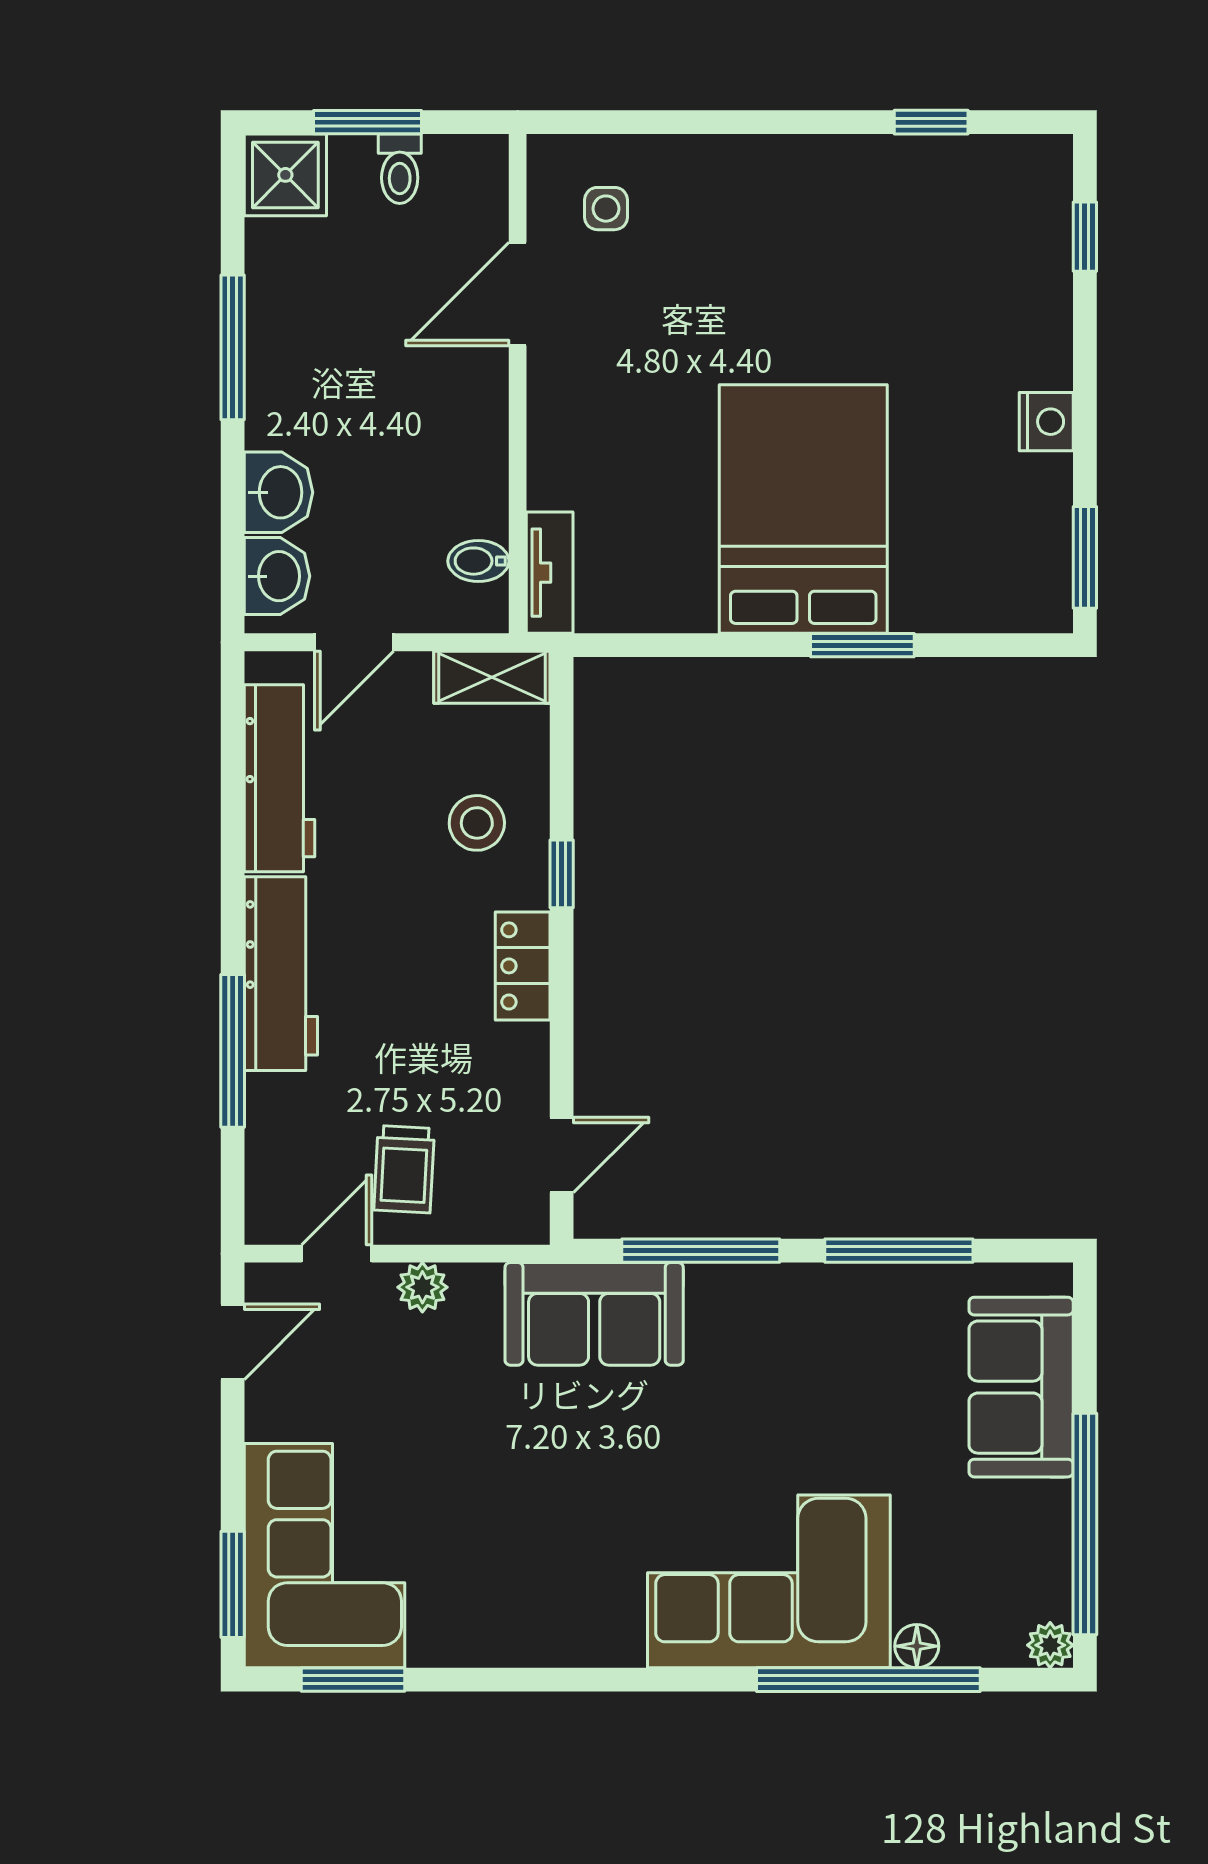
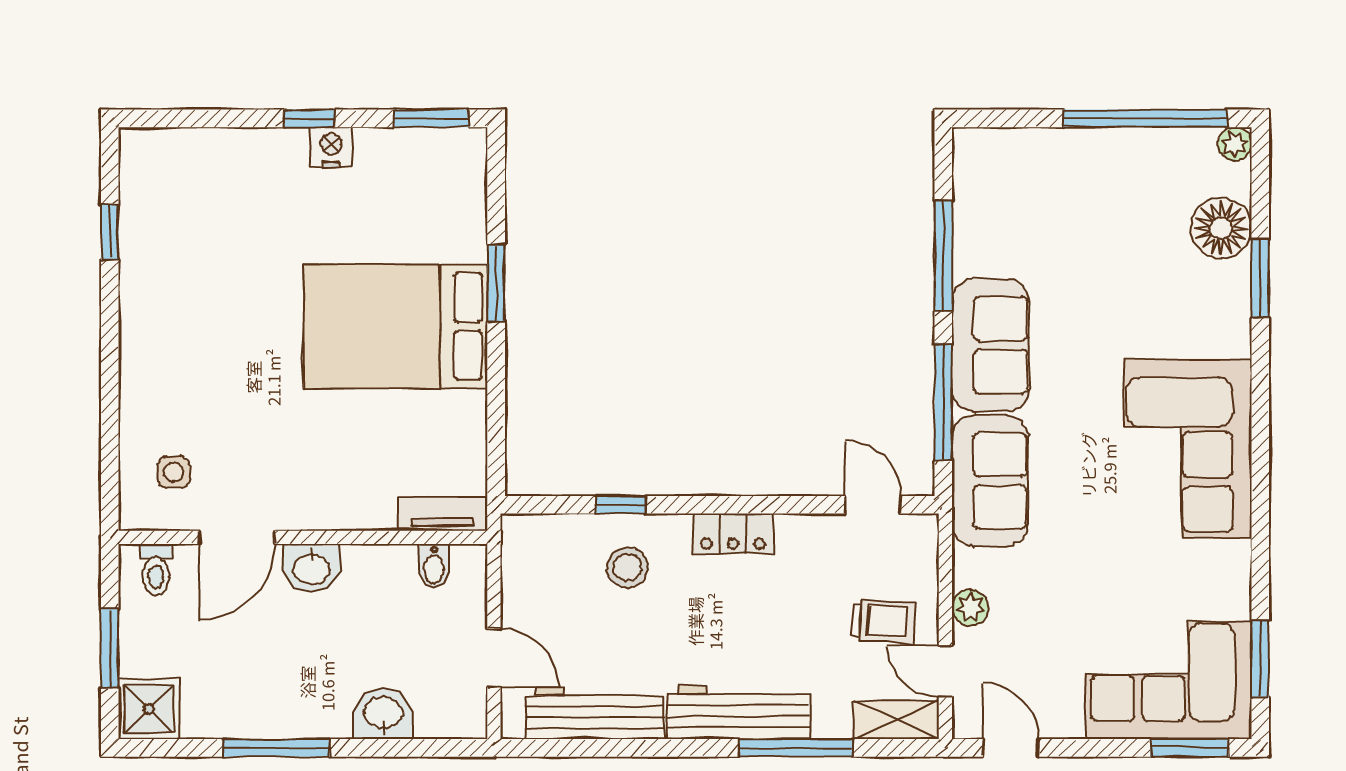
toilet: (400, 169) -> (156, 570), moved, turned 90
window: (1085, 237) -> (309, 118), moved
door: (518, 294) -> (237, 537), hinge flipped
washbasin: (277, 576) -> (311, 568), moved, turned 180
shelving: (492, 677) -> (896, 720), moved, turned 90
window: (562, 874) -> (621, 505), moved
sofa: (1021, 1387) -> (990, 345), moved, turned -90
corner sofa: (769, 1581) -> (1188, 449), moved
floor lamp: (917, 1646) -> (1221, 228), width x1.89, depth x1.89
window: (868, 1680) -> (1260, 278), width x0.47

